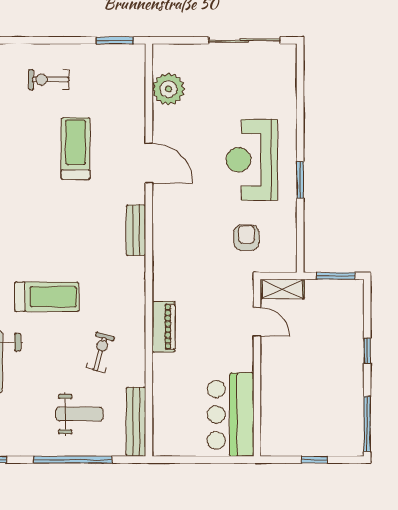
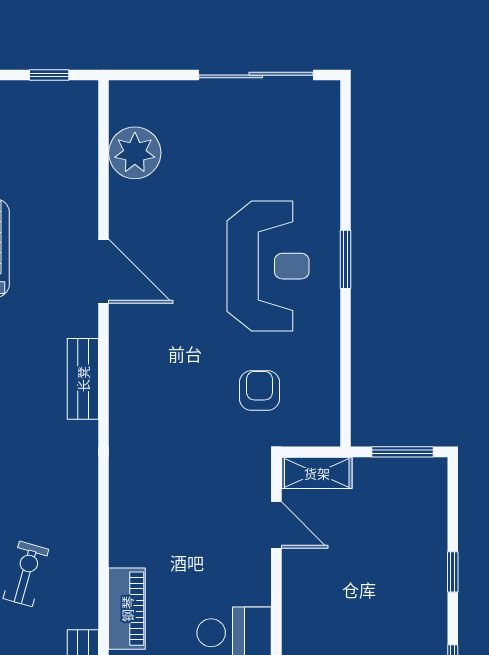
window: (115, 40) -> (49, 75), width x0.67
reception desk: (252, 160) -> (268, 266), turned 180
window: (300, 180) -> (346, 259), moved
piano: (164, 327) -> (127, 609), moved

